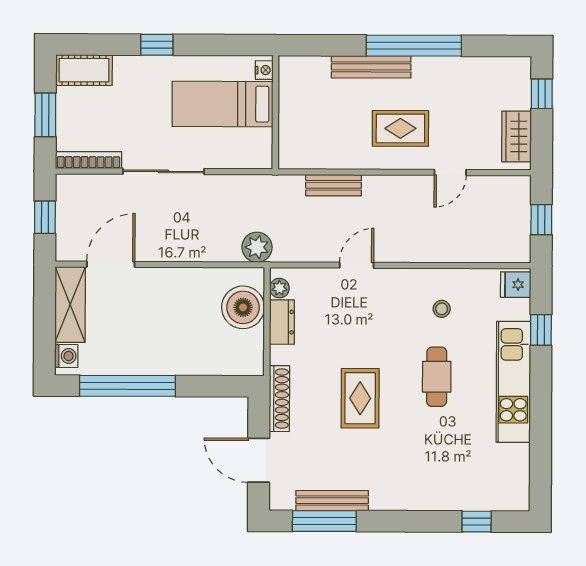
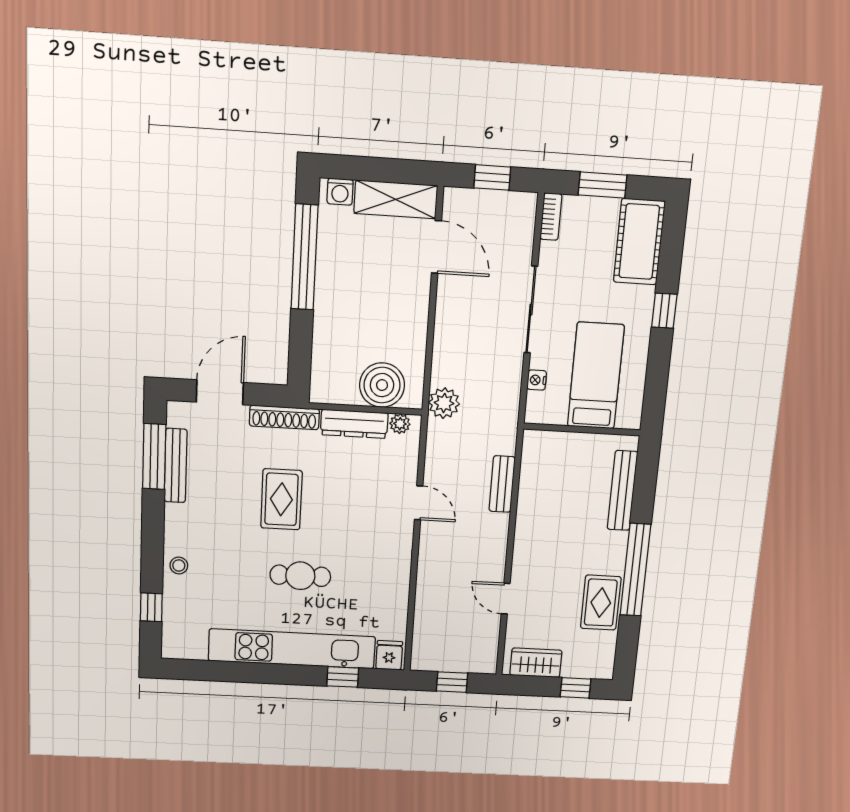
bench: (371, 67) -> (622, 491), moved
cot: (84, 70) -> (639, 242), width x1.37, depth x1.34
nightstand: (264, 70) -> (537, 380), moved, turned 90
rug: (400, 128) -> (601, 603), moved
bookcase: (89, 160) -> (551, 217), width x0.64
stool: (442, 309) -> (179, 565), moved
dresser: (282, 322) -> (354, 424), width x1.44
kitchen unit: (513, 382) -> (292, 649), width x1.36
rug: (360, 398) -> (281, 499), turned 90

